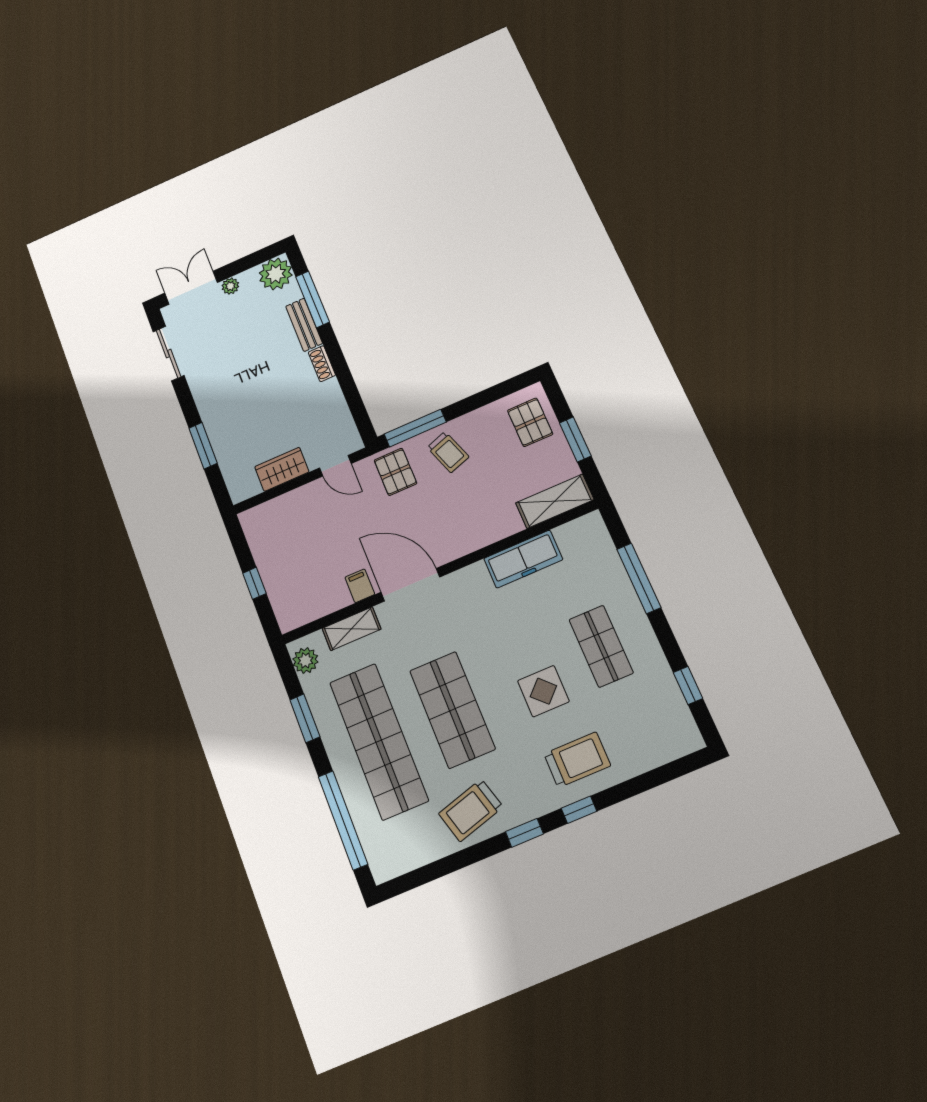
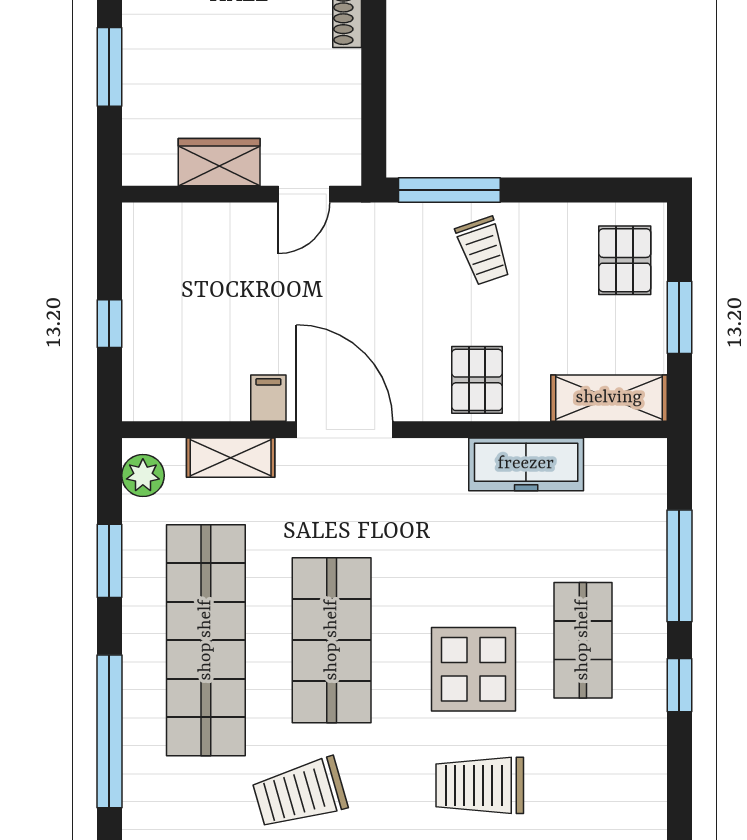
door: (335, 466) -> (304, 194), hinge flipped
pallet: (395, 472) -> (477, 380), moved
window: (688, 685) -> (679, 685), moved
display table: (543, 691) -> (473, 669), width x1.36, depth x1.36
trolley: (577, 760) -> (480, 785), turned 180

